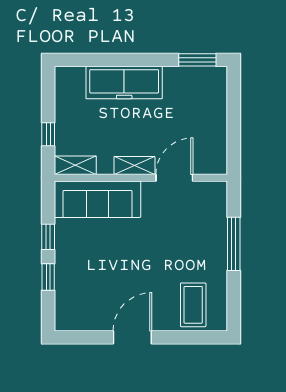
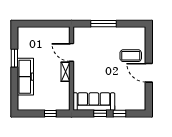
window: (197, 60) -> (14, 58), moved
shelving: (75, 165) -> (65, 100), removed
sofa: (97, 199) -> (94, 102), moved, turned -90
coffee table: (193, 305) -> (131, 56), moved

